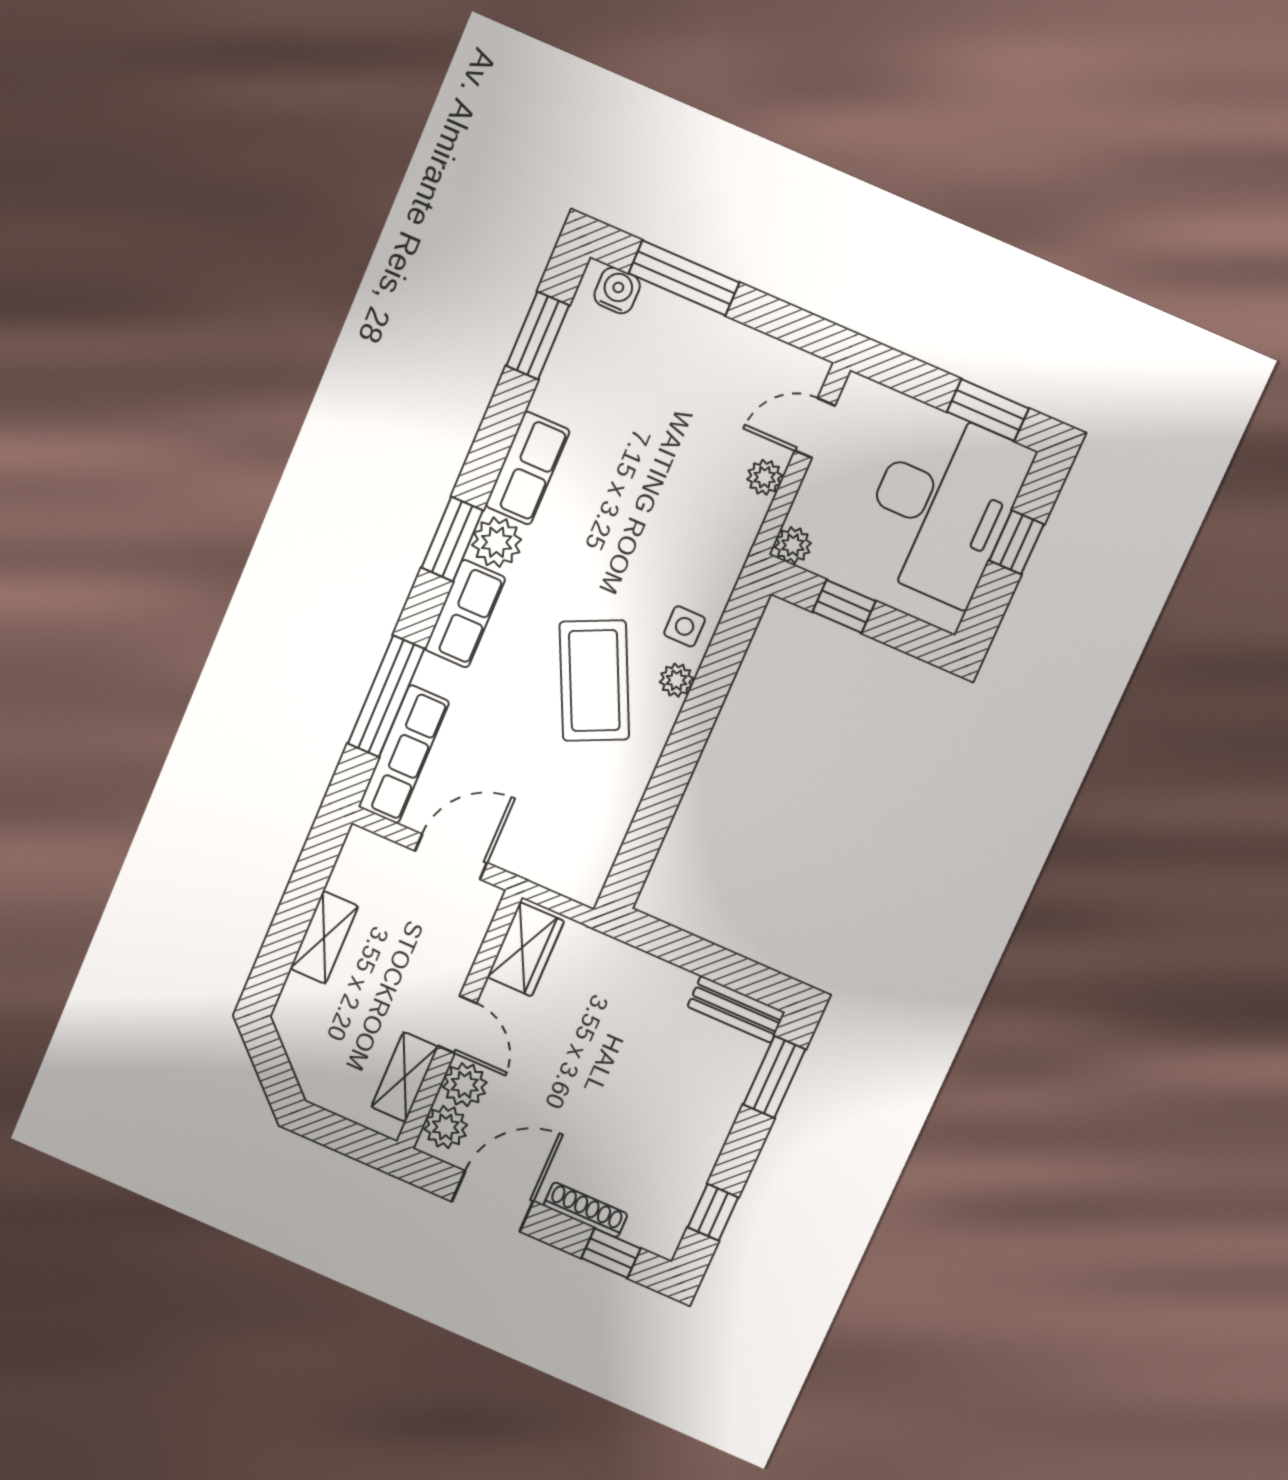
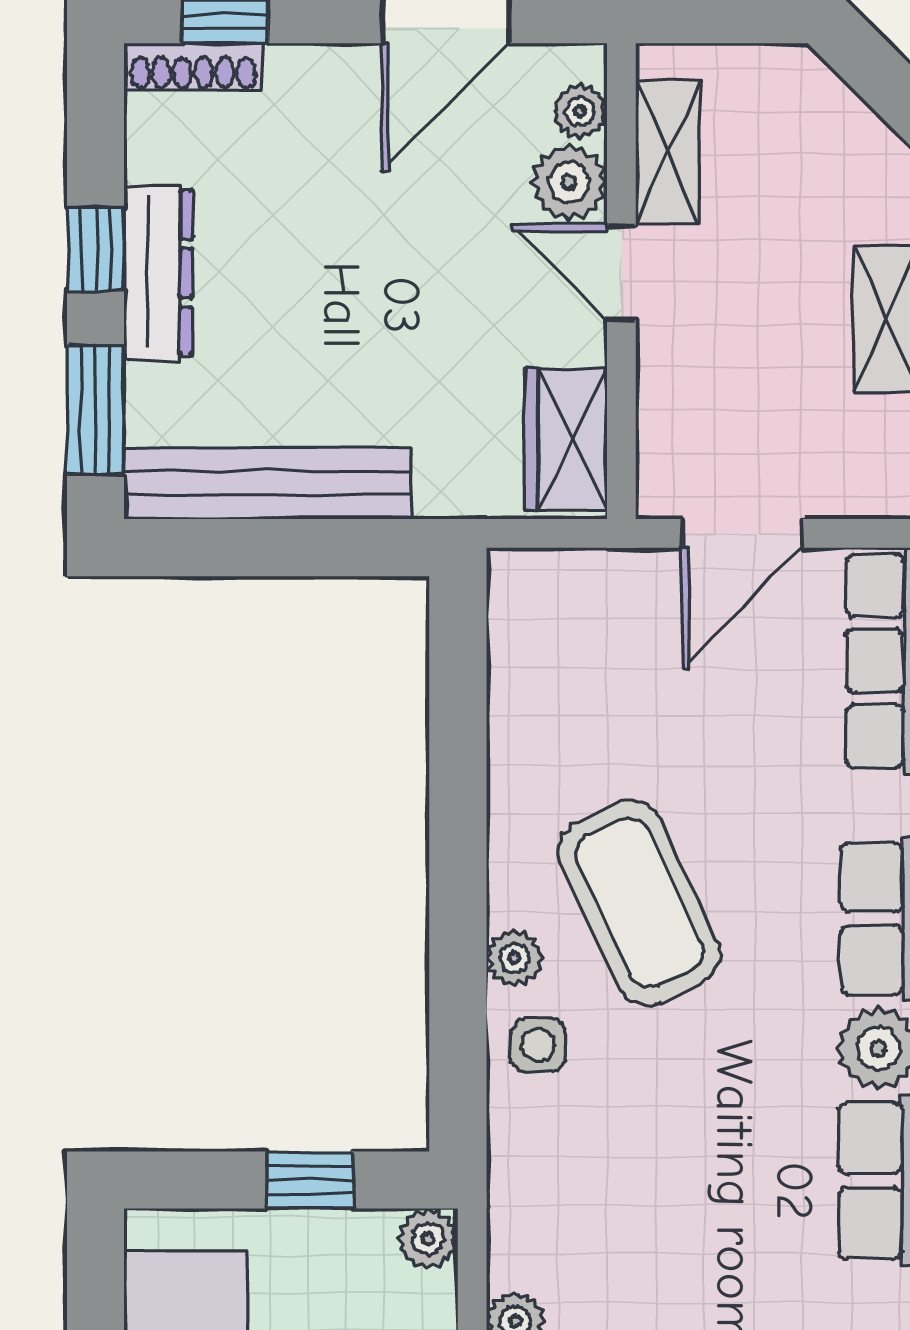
bench: (736, 1009) -> (267, 484), width x1.86, depth x1.21
plant: (446, 1127) -> (580, 111), width x0.73, depth x0.73
dresser: (708, 1134) -> (158, 273), added
shoe rack: (586, 1210) -> (193, 67), moved
window: (713, 1212) -> (96, 249), moved

